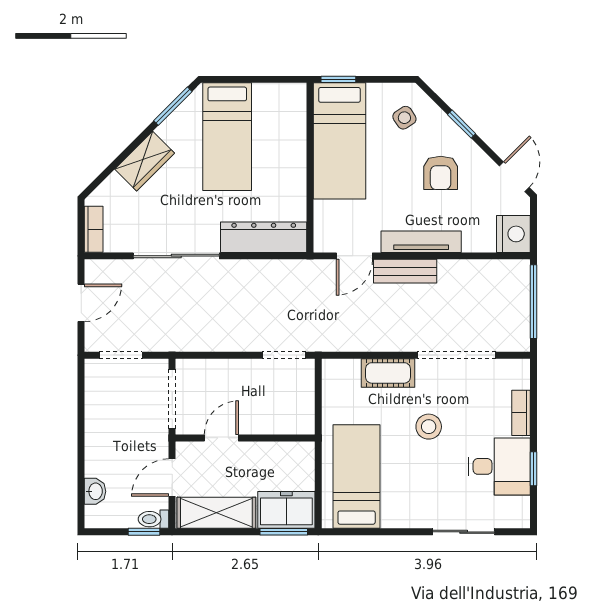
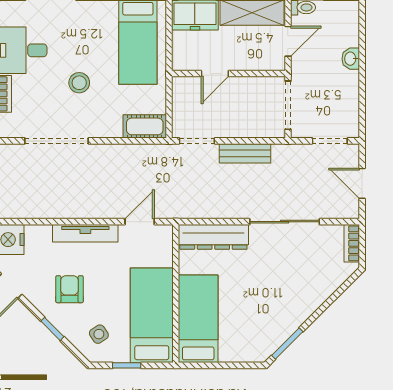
window: (338, 79) -> (127, 365), moved
bed: (227, 137) -> (198, 319), moved
wardrobe: (145, 161) -> (310, 299), removed
bench: (405, 271) -> (245, 153), moved
door: (81, 303) -> (362, 183), hinge flipped
cot: (388, 373) -> (145, 126), moved
door: (221, 438) -> (215, 73), moved
washbasin: (95, 491) -> (351, 59), moved

